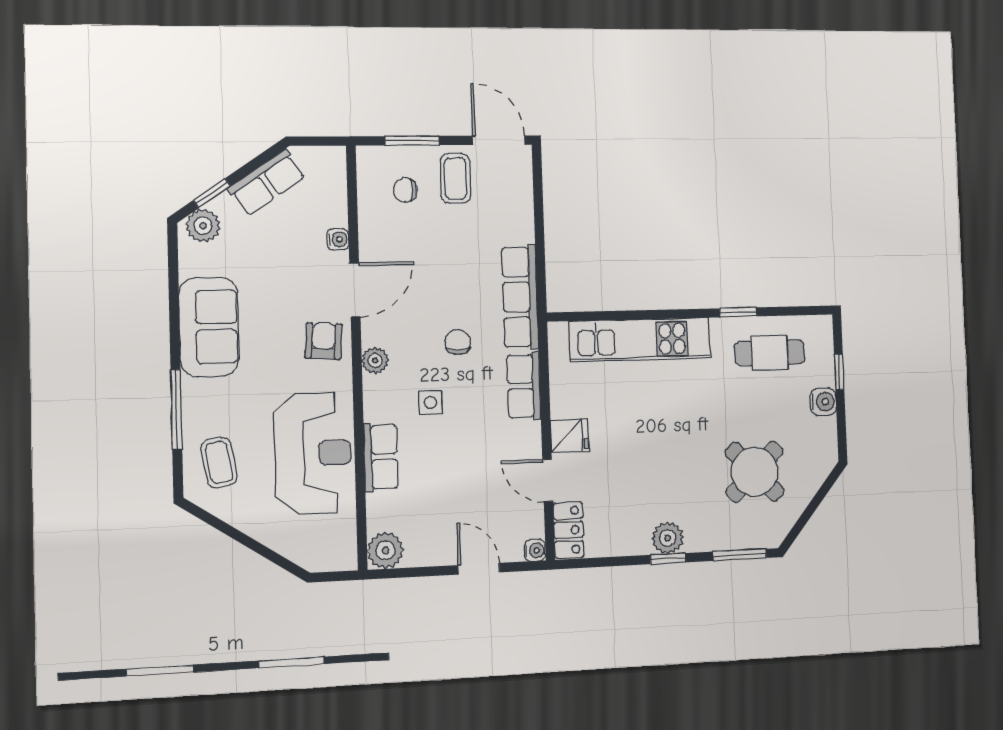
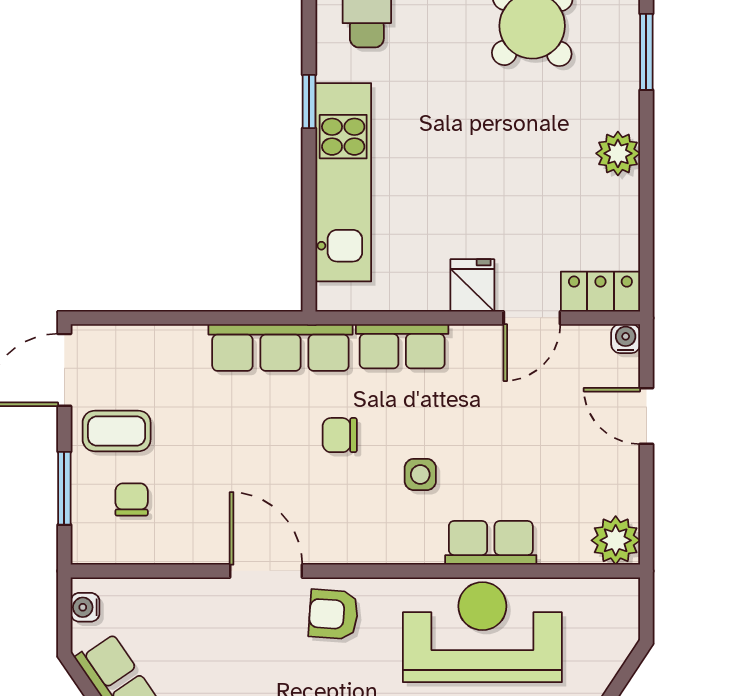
chair: (405, 190) -> (132, 500), turned 180
water cooler: (338, 239) -> (85, 607), moved, turned -90
window: (738, 312) -> (309, 102), moved
plant: (375, 361) -> (361, 547), removed
window: (668, 559) -> (646, 154), removed
door: (479, 569) -> (646, 416), hinge flipped

